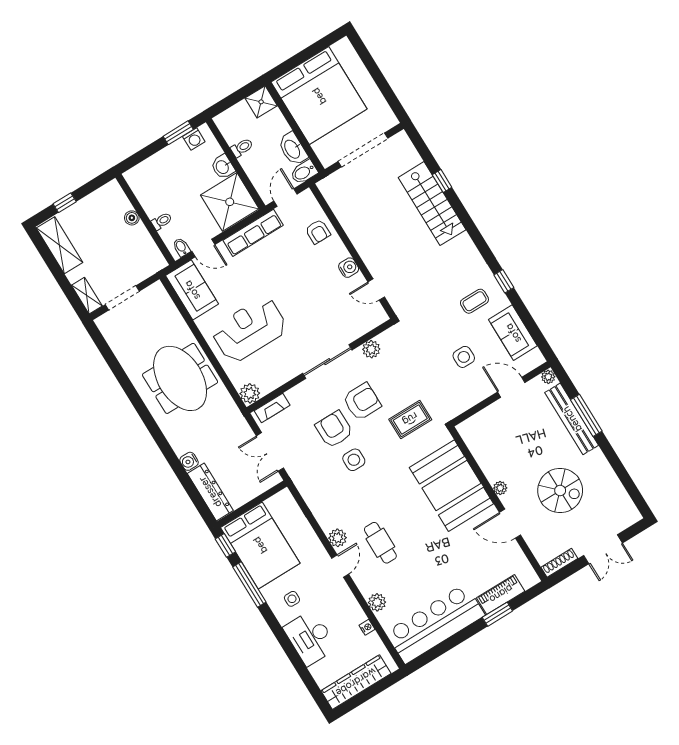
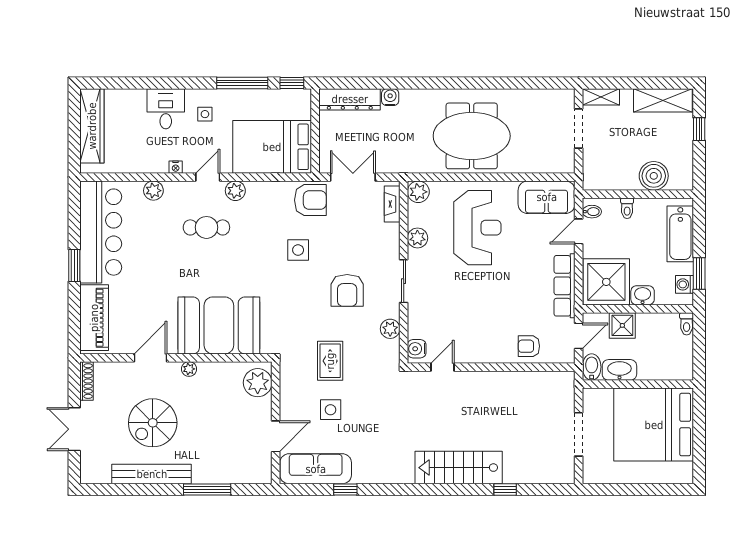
shower: (261, 102) -> (622, 325), moved
toilet: (242, 148) -> (687, 324), moved
doorway: (363, 150) -> (579, 434), width x0.73
bathtub: (156, 167) -> (680, 234), added
door: (286, 197) -> (579, 336), hinge flipped
stairs: (432, 204) -> (459, 468), moved
boiler: (132, 218) -> (654, 176), width x1.86, depth x1.86
water cooler: (349, 268) -> (417, 349), moved, turned 90
window: (504, 281) -> (345, 490), moved
coffee table: (474, 301) -> (376, 451), removed
sofa: (513, 333) -> (316, 469), width x1.36
sliding door: (327, 362) -> (404, 281), width x0.73
plant: (287, 372) -> (417, 238), added
plant: (548, 377) -> (258, 383), moved, width x1.87, depth x1.87
rug: (410, 419) -> (330, 361), moved
bench: (572, 419) -> (152, 474), moved
armchair: (334, 429) -> (310, 200), moved
bed: (260, 545) -> (272, 147), moved
door: (340, 566) -> (208, 177), swing flipped
piano: (501, 594) -> (94, 318), width x1.37, depth x1.33
window: (497, 614) -> (74, 265), moved
nightstand: (367, 627) -> (176, 167), moved
desk: (310, 638) -> (166, 109), width x0.73

